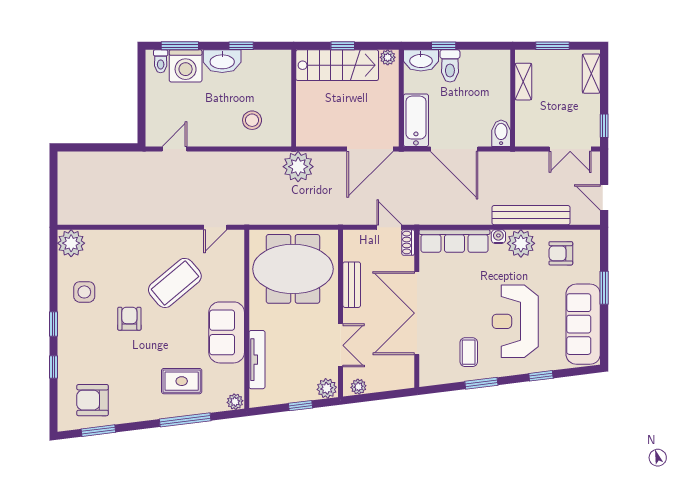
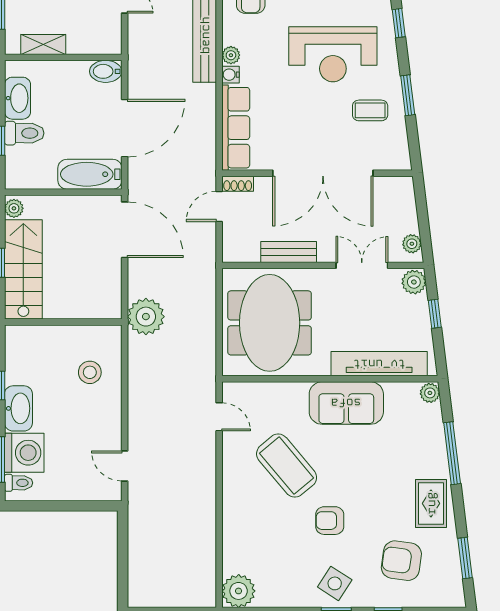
washbasin: (421, 60) -> (17, 98), moved
plant: (521, 243) -> (231, 55), width x0.53, depth x0.53
side table: (84, 292) -> (335, 583), moved, turned 33
tv unit: (257, 360) -> (379, 364), width x1.36, depth x1.29
rug: (182, 381) -> (431, 503), moved
armchair: (93, 400) -> (401, 561), moved, turned 98

